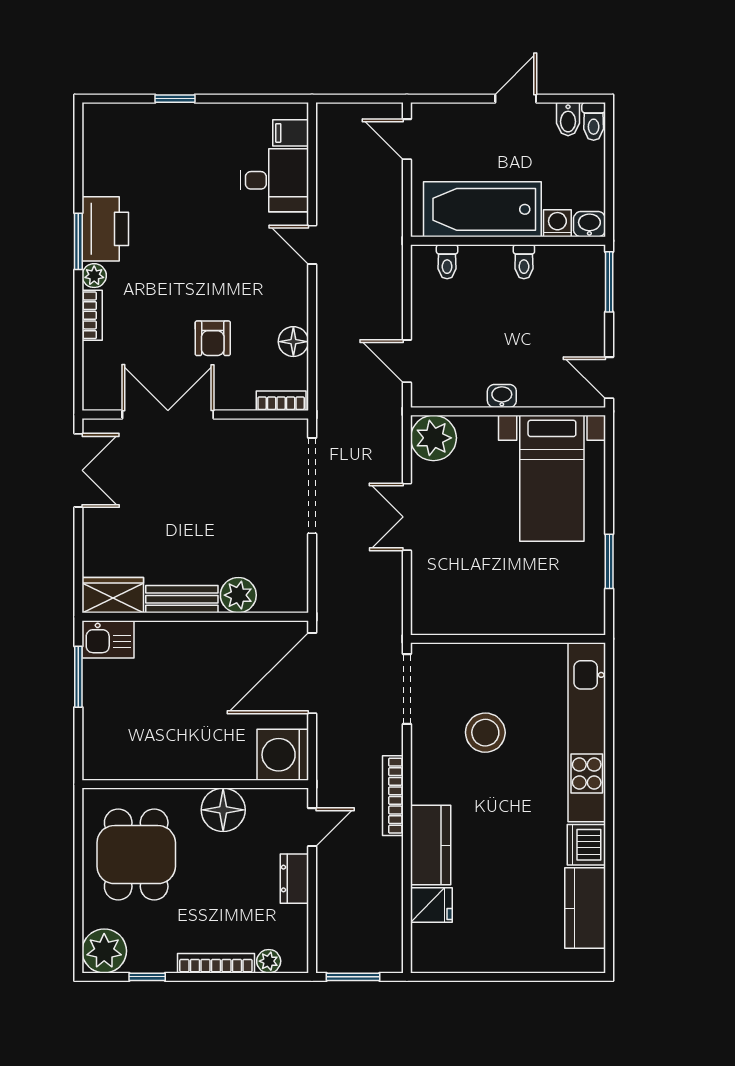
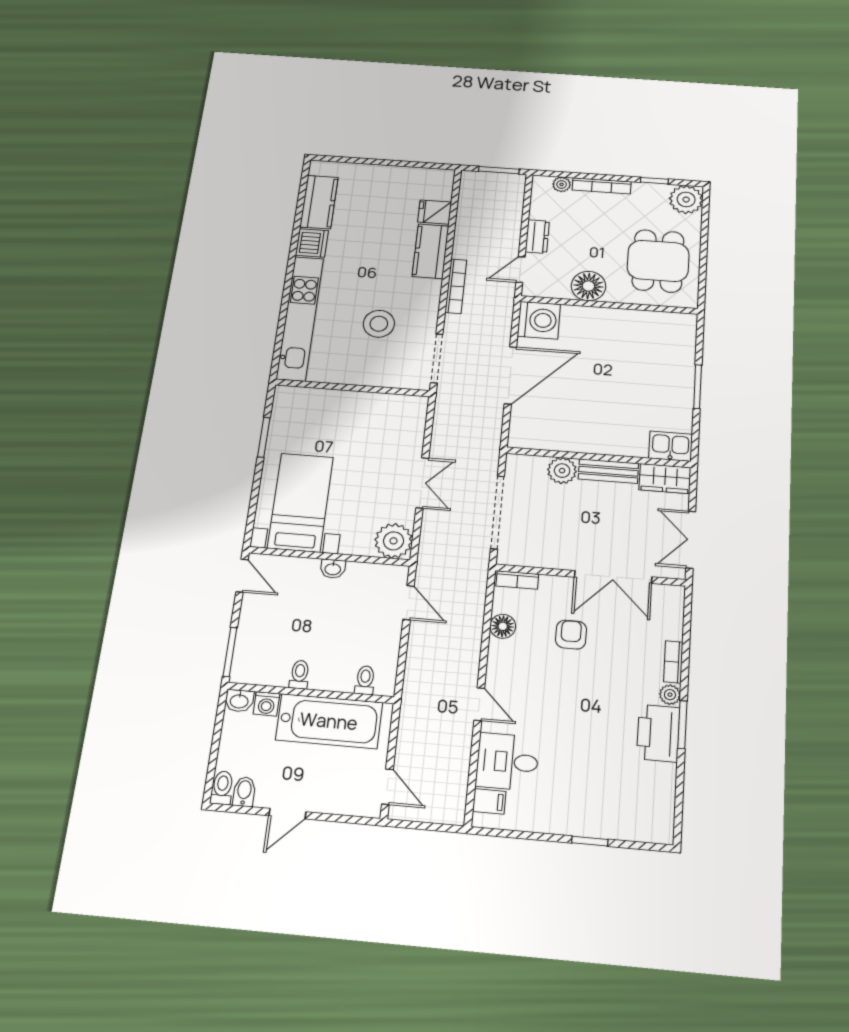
wardrobe: (113, 595) -> (665, 479), moved
plant: (238, 595) -> (562, 471), moved
bench: (182, 599) -> (608, 471), moved
wall: (195, 617) -> (598, 457), moved
kitchen sink: (108, 639) -> (671, 446), moved

